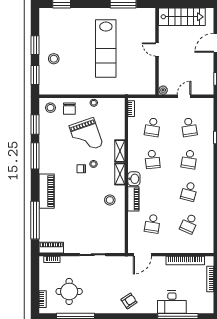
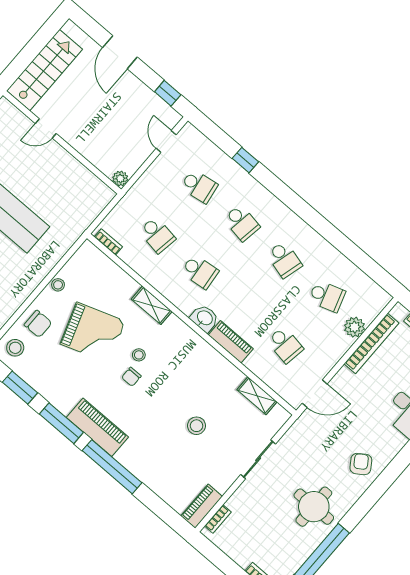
door: (157, 50) -> (46, 128), moved
door: (184, 96) -> (166, 142), moved
shelving: (120, 174) -> (257, 396), moved
piano: (47, 191) -> (97, 427), moved
stool: (110, 200) -> (196, 426), moved
window: (35, 220) -> (112, 467), moved
school desk: (189, 224) -> (327, 296), turned -42
plant: (186, 247) -> (355, 327), added
door: (142, 255) -> (315, 394), hinge flipped
round table: (69, 291) -> (314, 507), moved

